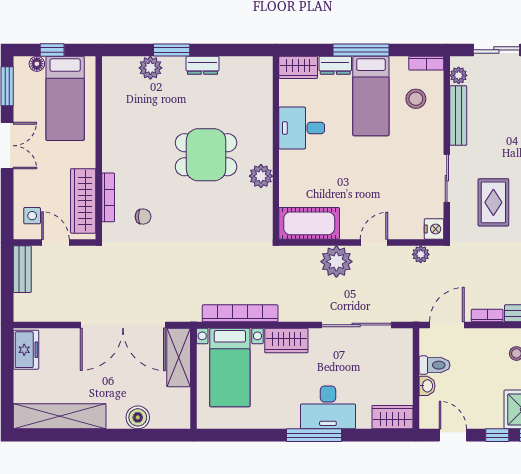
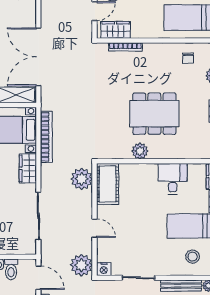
dining table: (206, 155) -> (154, 114), width x1.38
wardrobe: (83, 201) -> (116, 30), width x0.67
chair: (143, 217) -> (188, 58), moved
plant: (421, 254) -> (81, 265), width x1.87, depth x1.87
plant: (336, 262) -> (82, 179), moved

